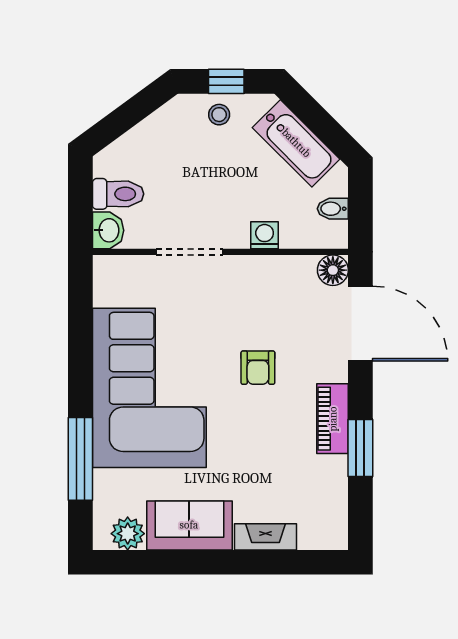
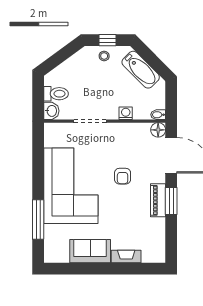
bidet: (333, 209) -> (158, 115), moved
window: (360, 448) -> (171, 201), moved
plant: (128, 534) -> (61, 255), removed

